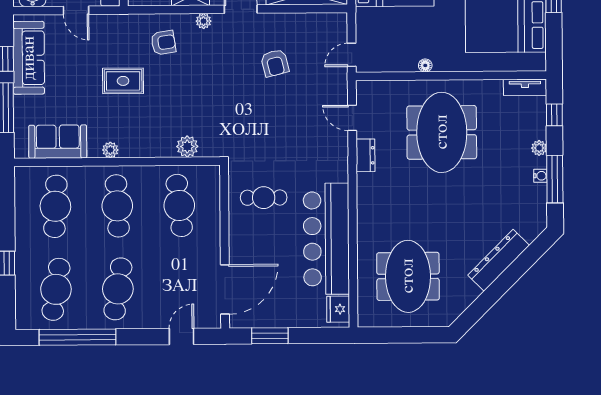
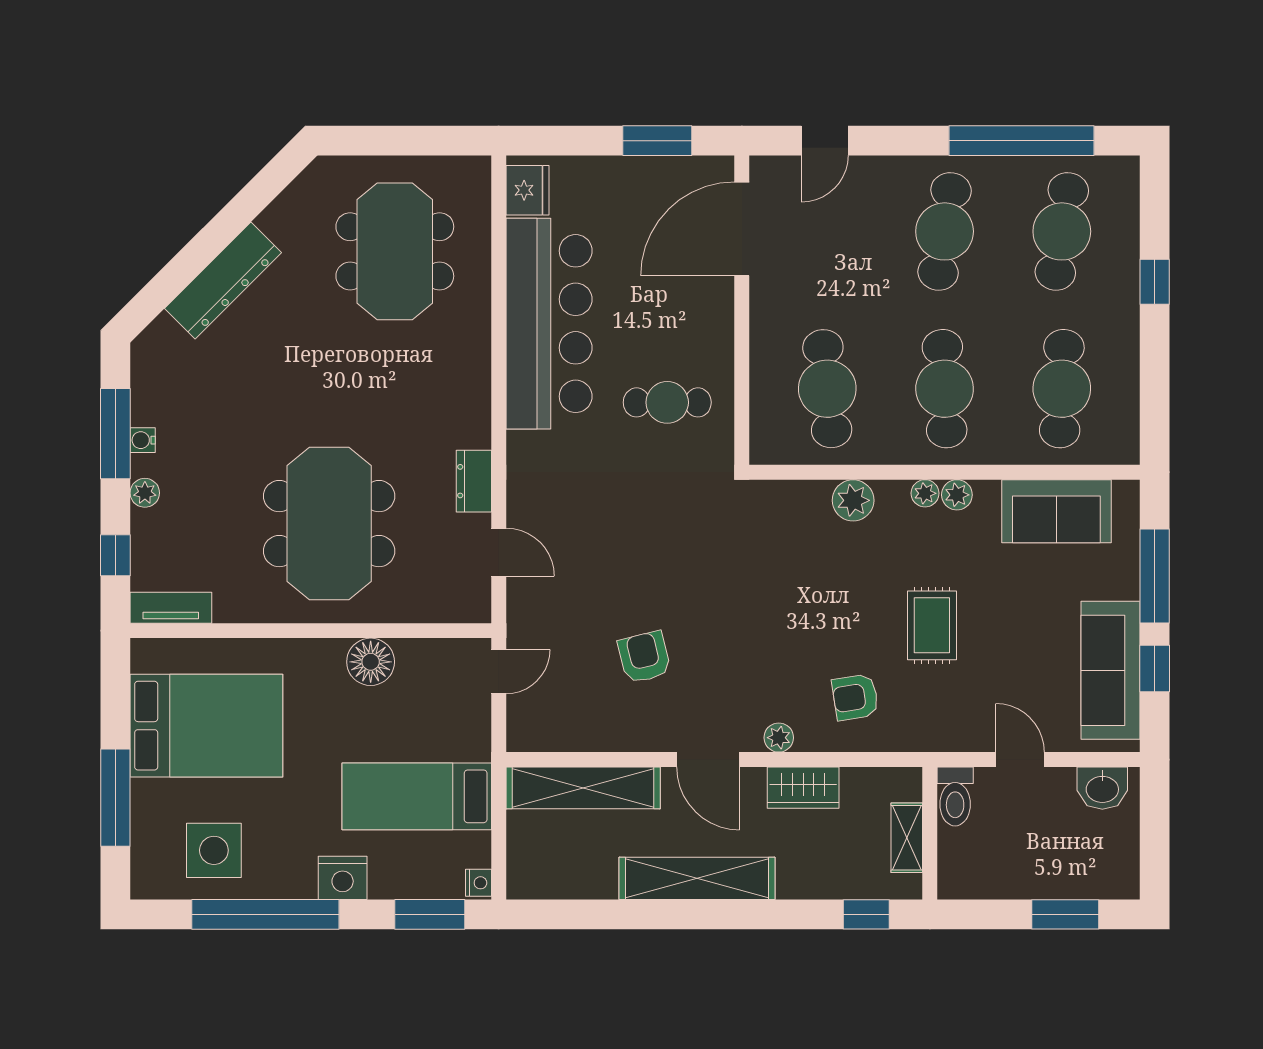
floor lamp: (425, 65) -> (371, 662), width x1.89, depth x1.89
rug: (123, 81) -> (932, 625), turned 90
plant: (187, 146) -> (853, 500), moved
plant: (127, 151) -> (925, 493), added

